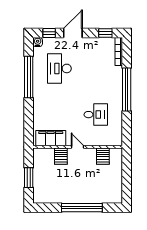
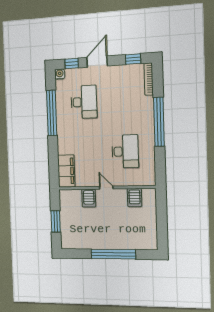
desk: (59, 68) -> (84, 102), turned 180
desk: (96, 115) -> (125, 151), width x1.37
filing cabinet: (51, 138) -> (66, 171), moved, turned 90

